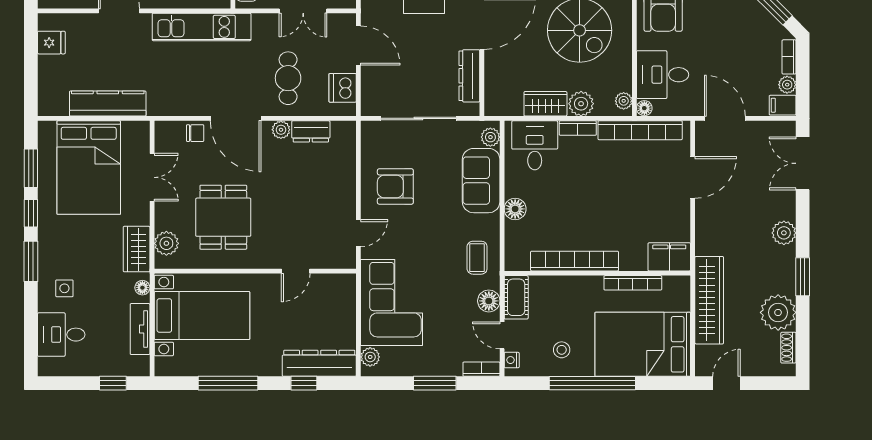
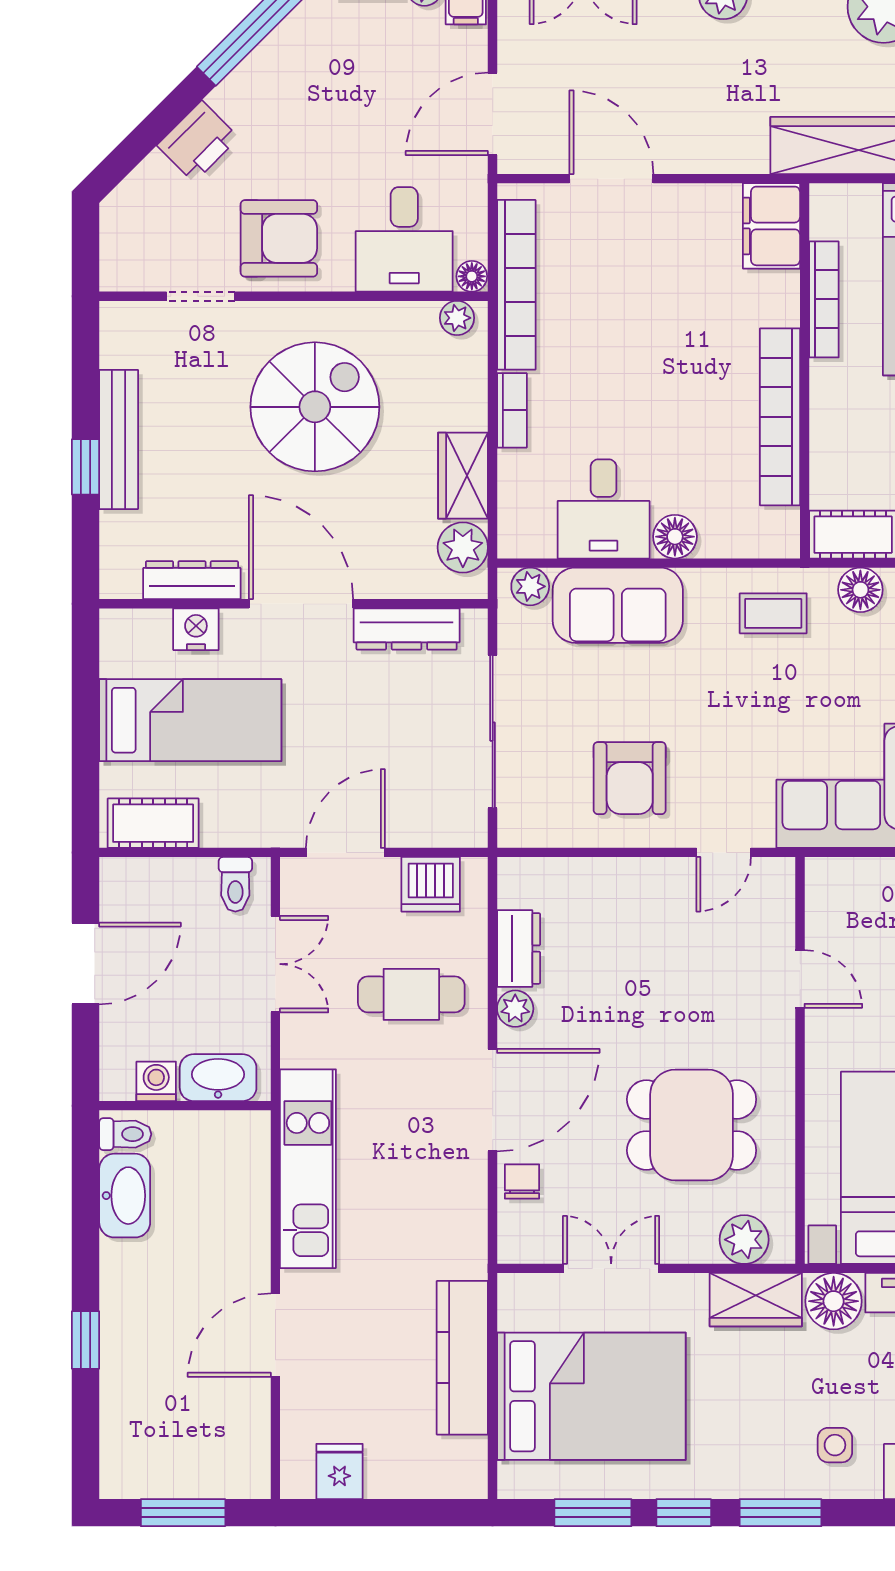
plant: (581, 104) -> (463, 547), moved
desk: (535, 145) -> (604, 509), moved, turned -90
door: (358, 233) -> (724, 852), swing flipped
floor lamp: (142, 288) -> (834, 1301), width x1.89, depth x1.89

